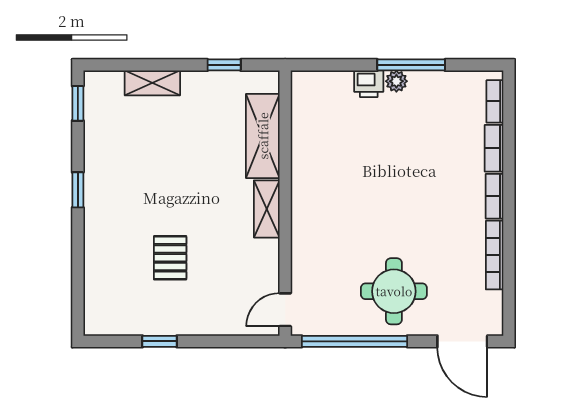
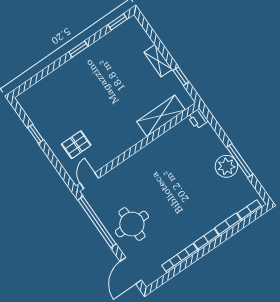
plant: (396, 81) -> (226, 166), width x1.87, depth x1.87
shelving: (152, 83) -> (158, 61), moved
printer: (369, 84) -> (198, 119), moved
shelving: (267, 209) -> (129, 141), removed
pallet: (170, 258) -> (76, 145), moved
door: (285, 310) -> (89, 181), hinge flipped

